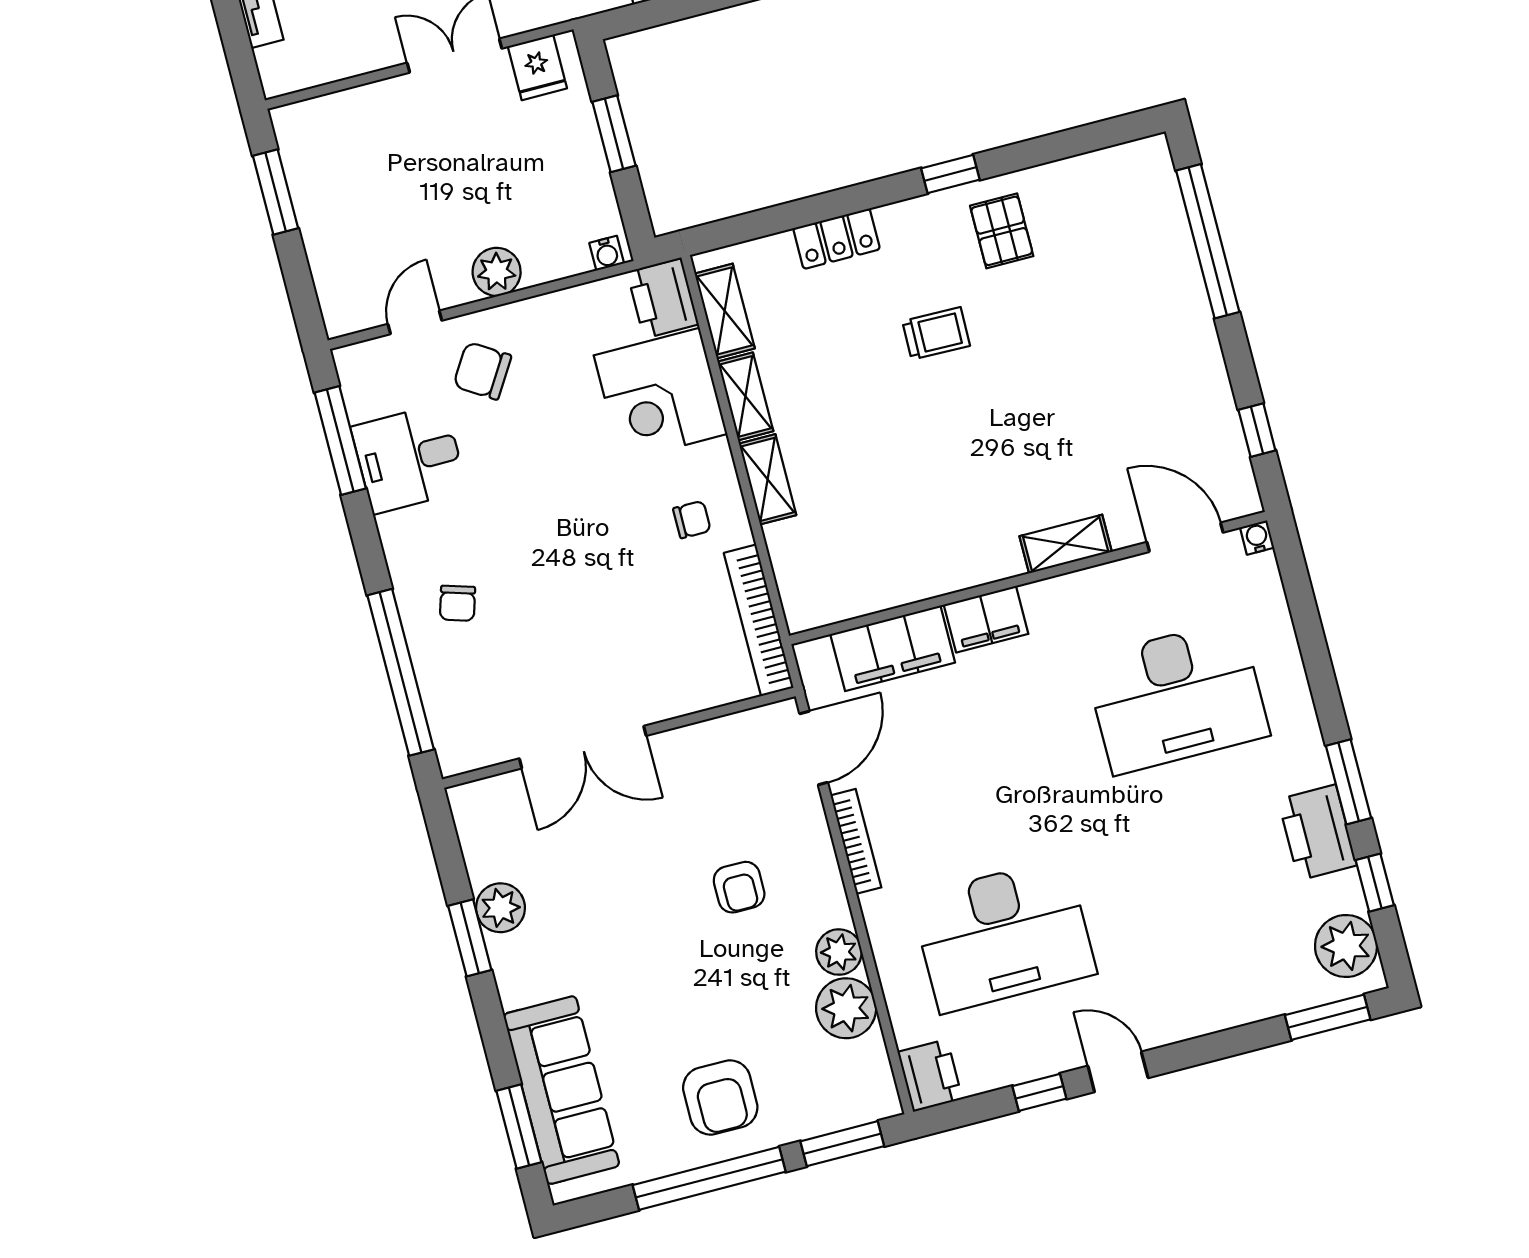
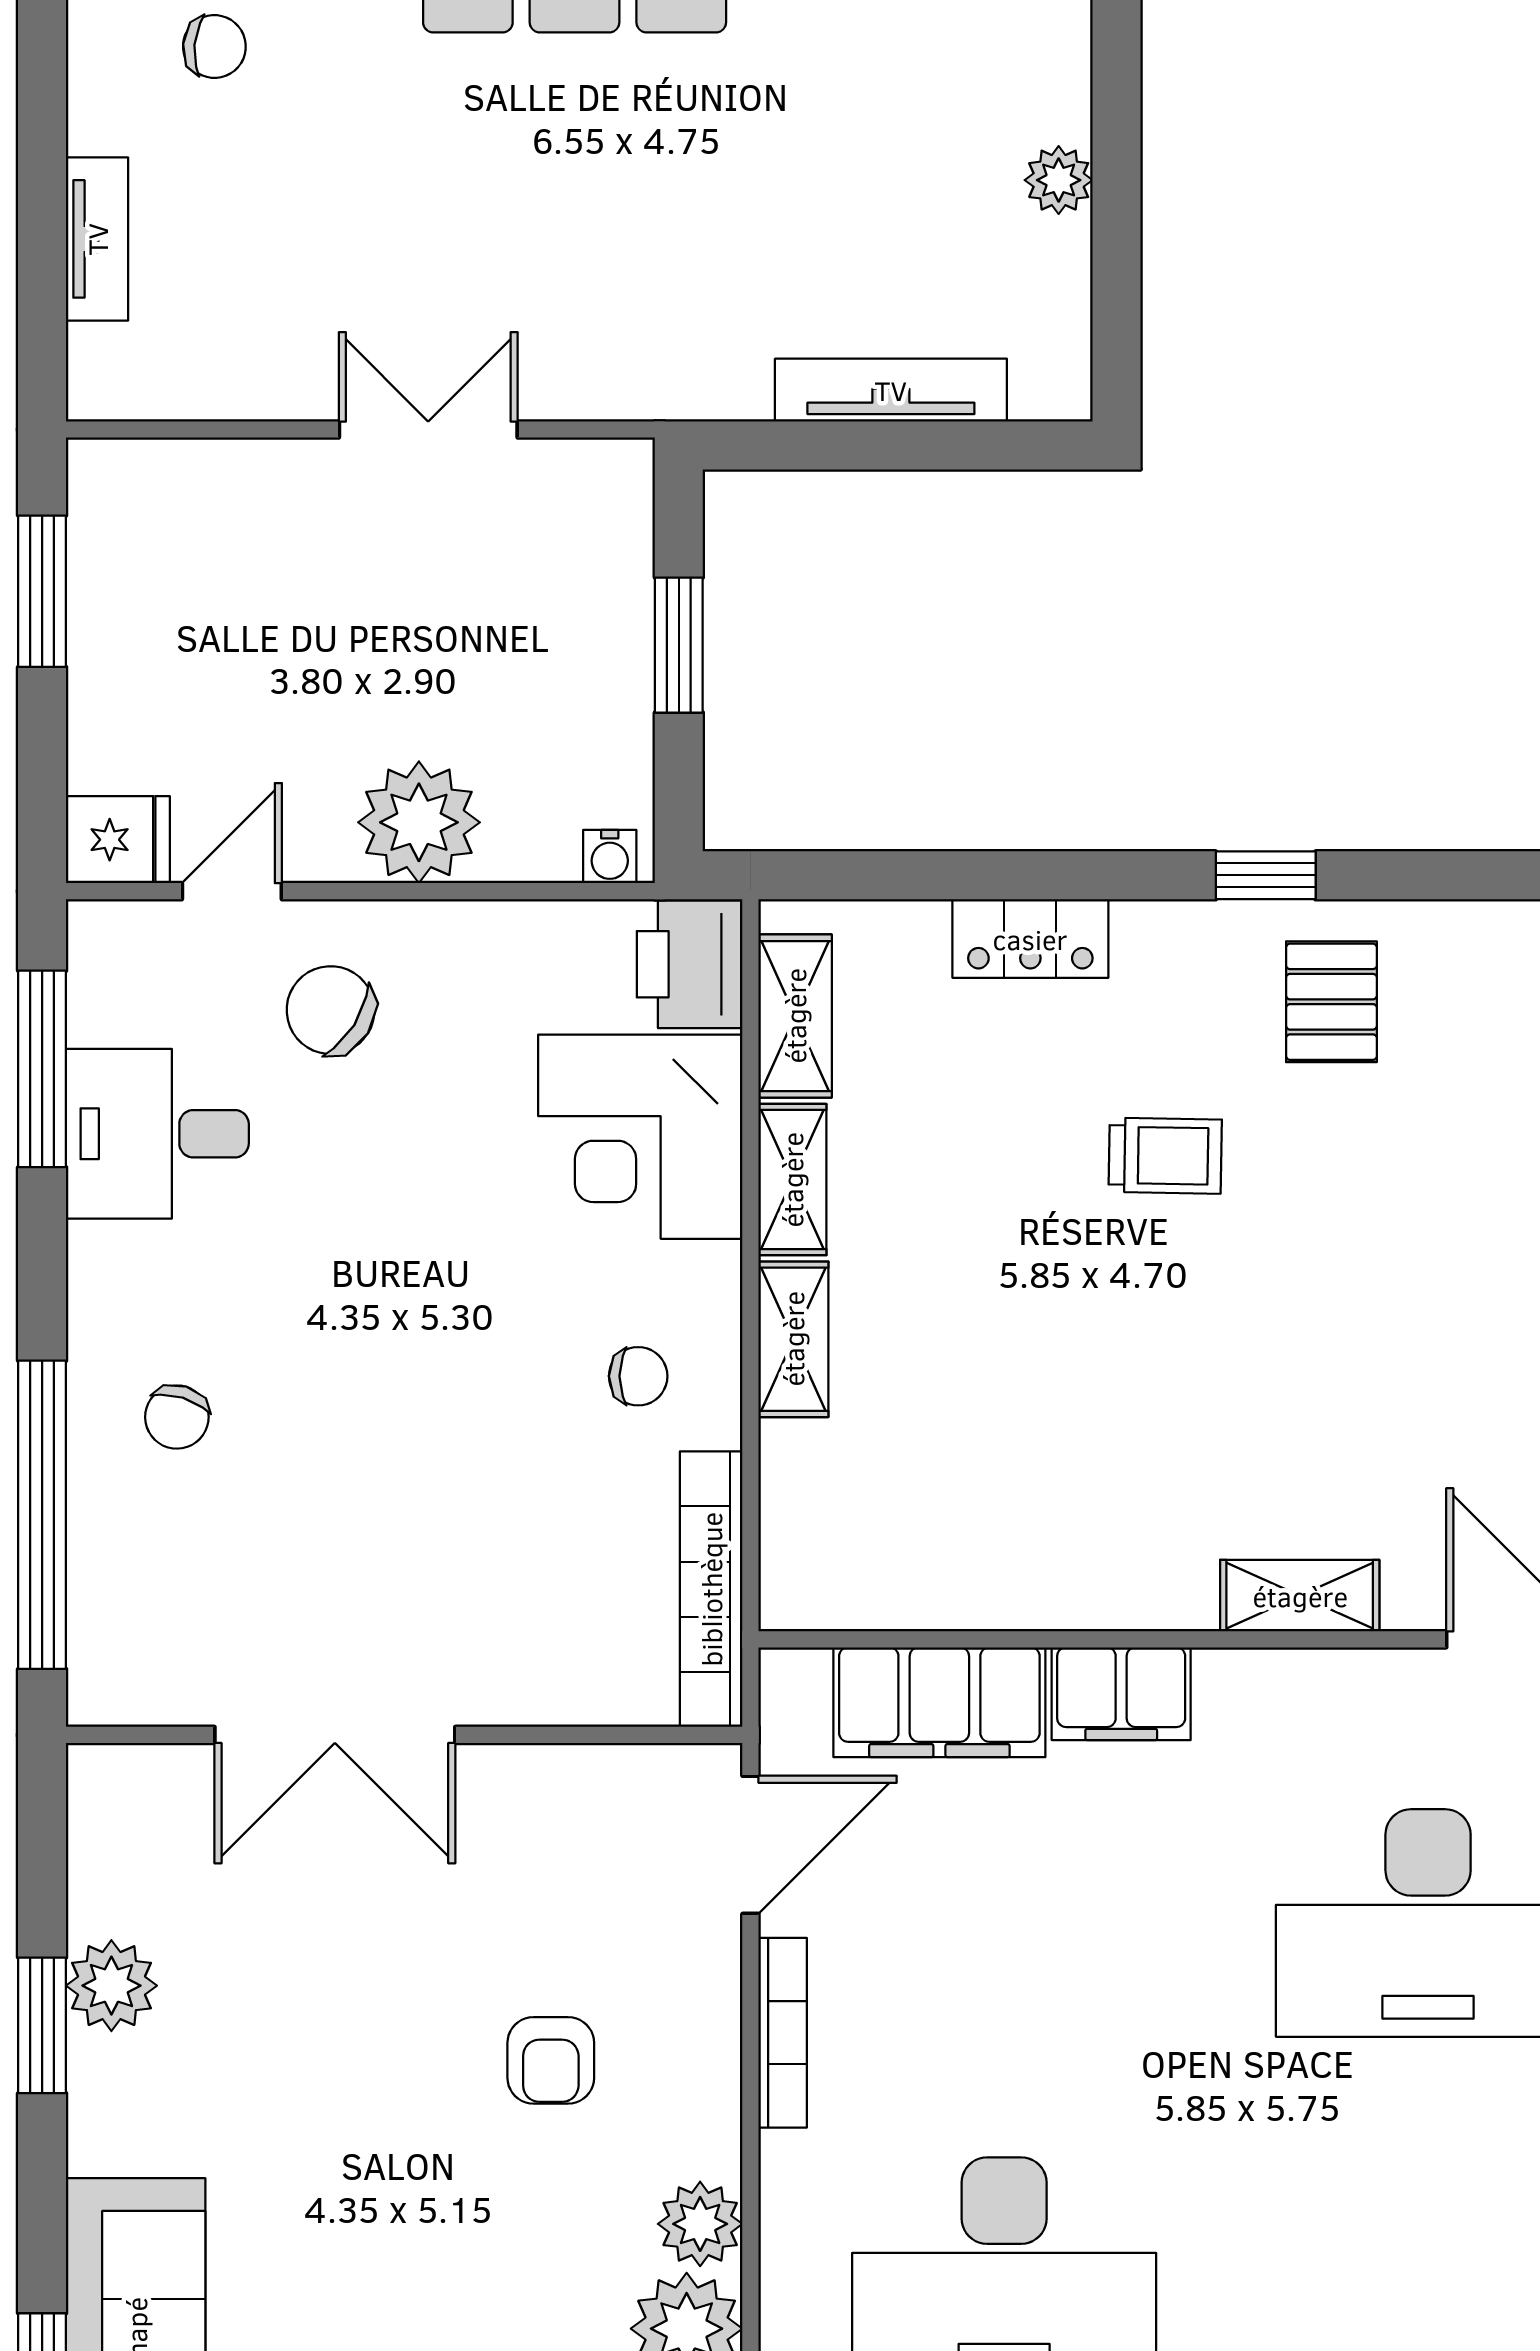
fridge: (537, 67) -> (118, 840), moved, turned -90
plant: (497, 272) -> (419, 822), width x1.36, depth x1.36

